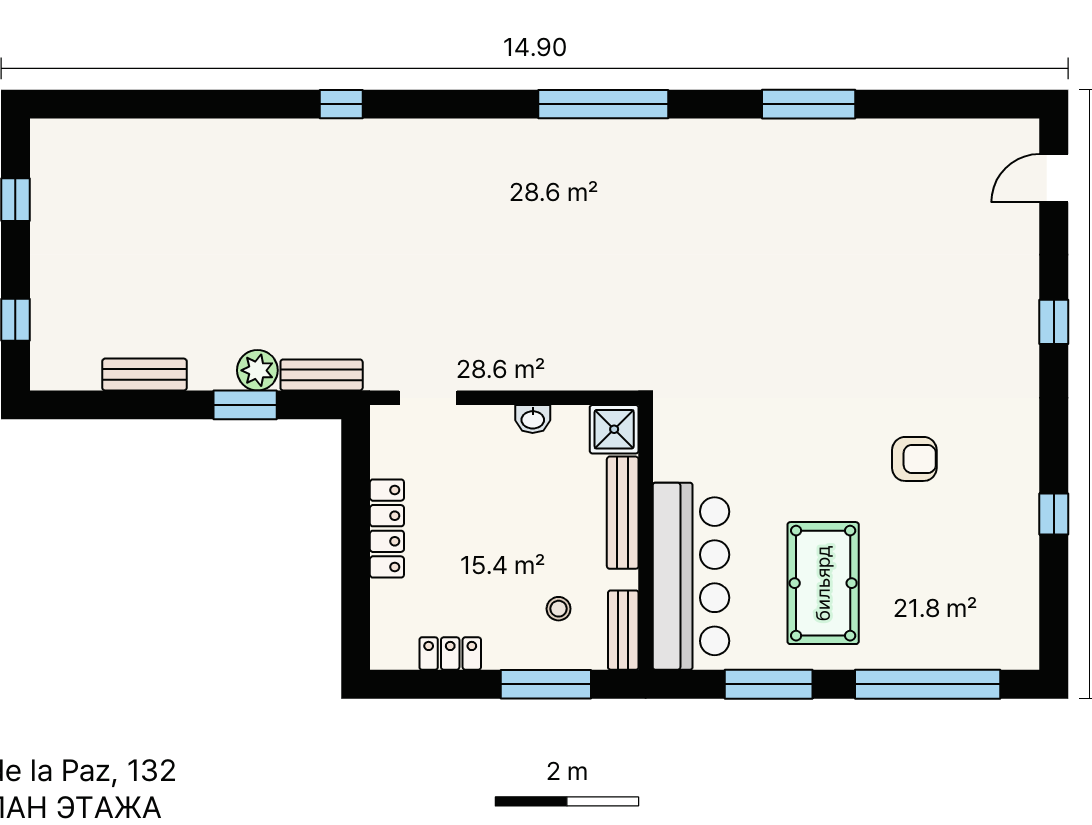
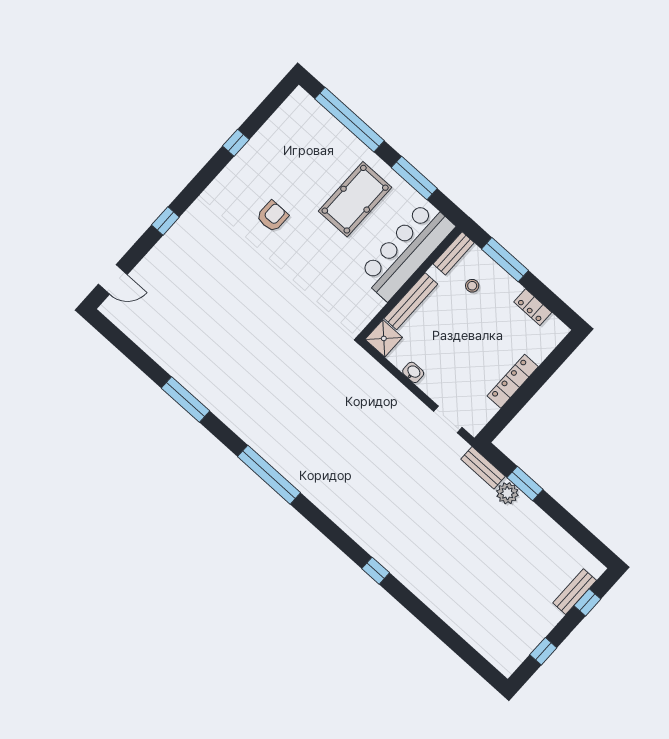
bench: (145, 375) -> (575, 592), moved, turned 90
armchair: (914, 459) -> (272, 216), turned 90

